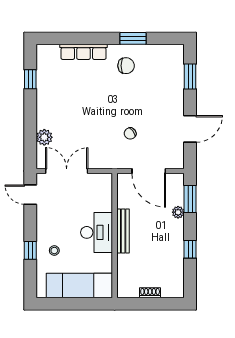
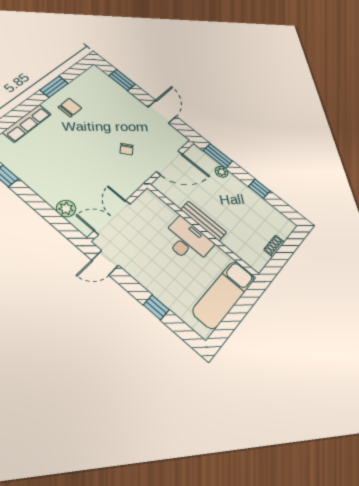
stool: (54, 251) -> (174, 287), removed

